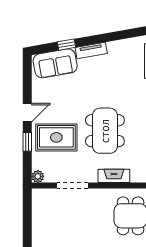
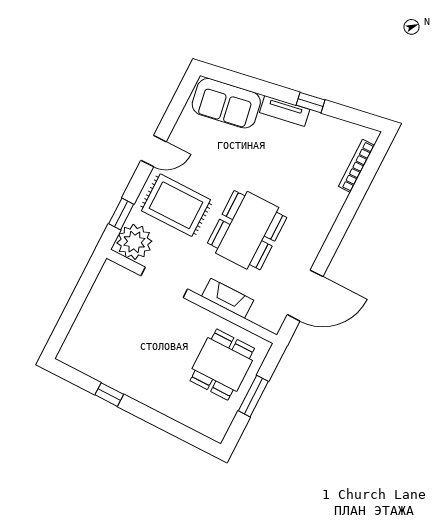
window: (67, 45) -> (310, 103), moved
window: (27, 142) -> (121, 214), moved
plant: (38, 176) -> (134, 242), width x1.88, depth x1.88

